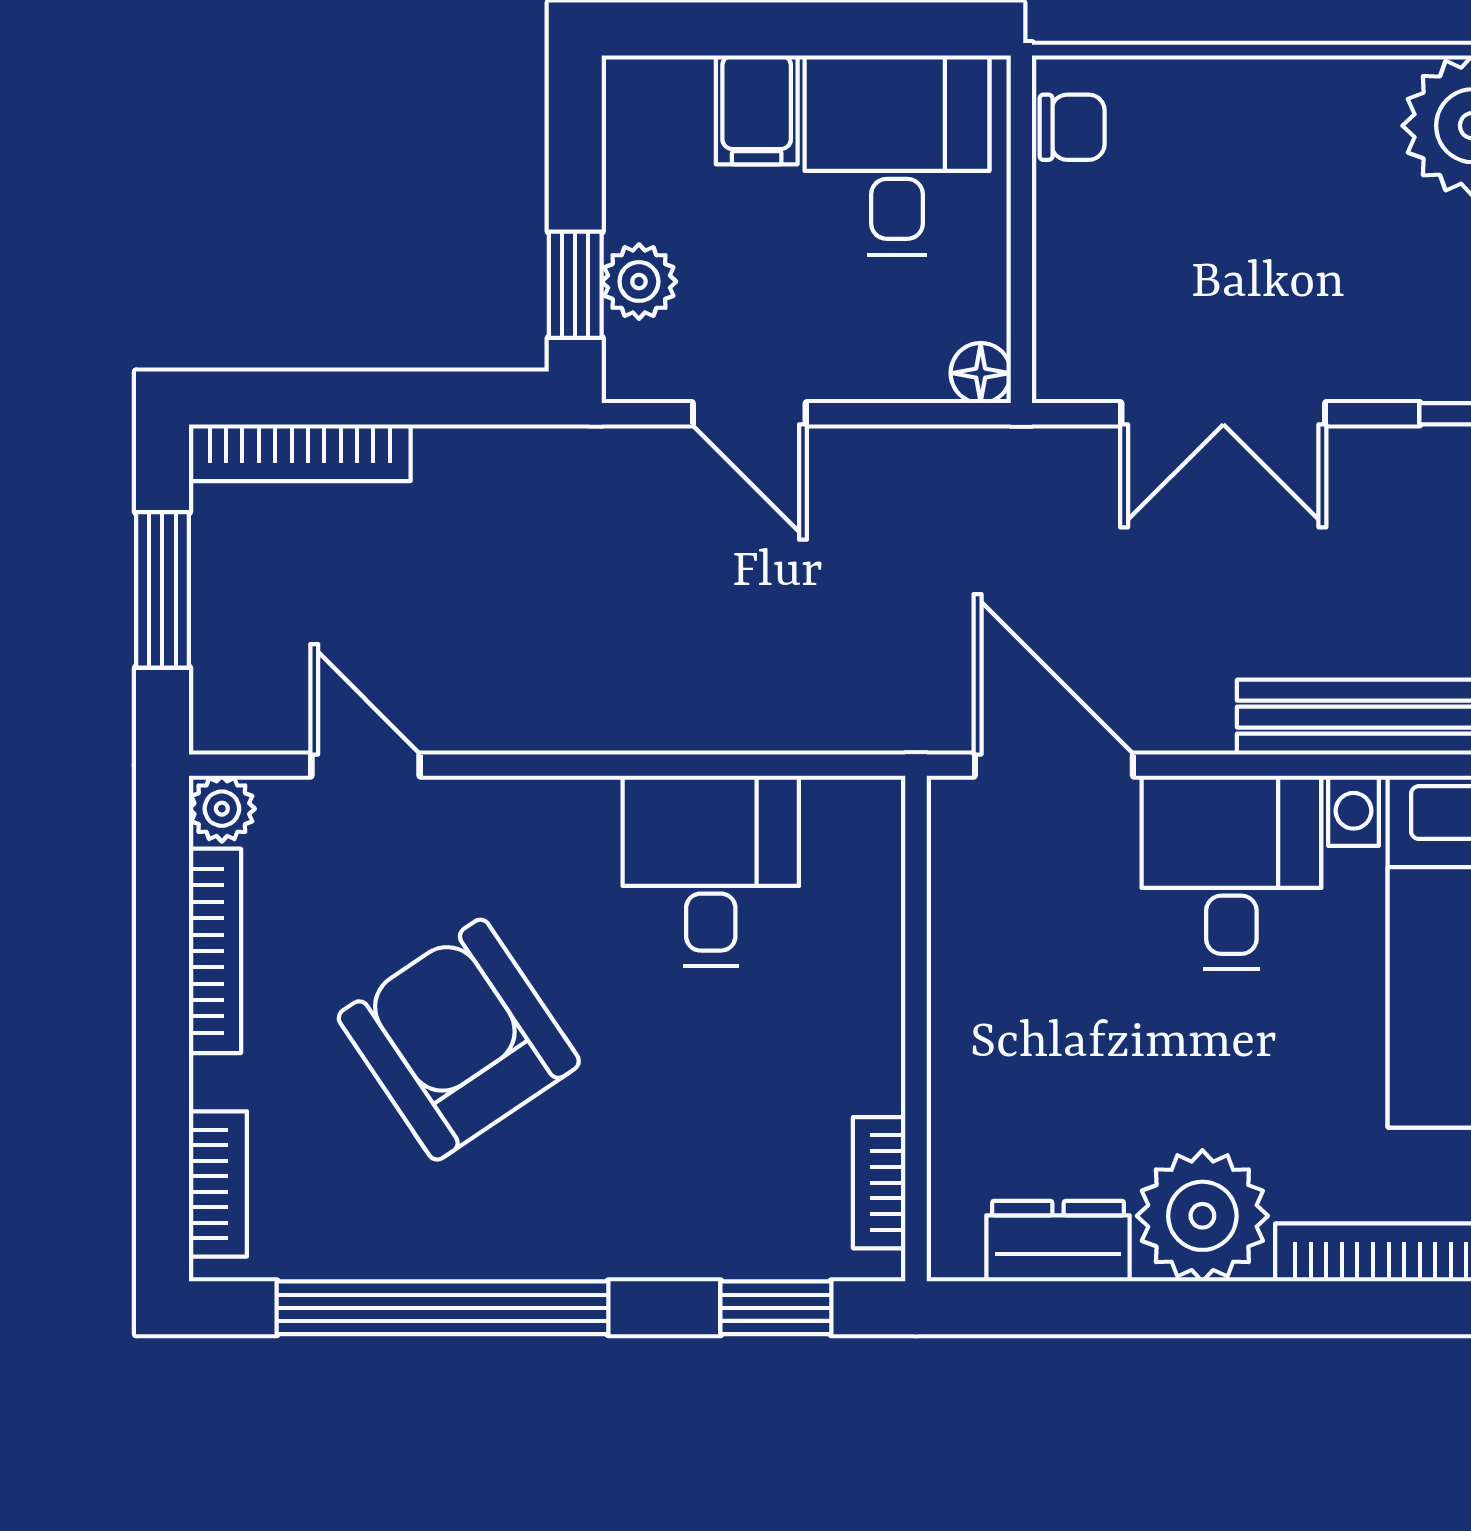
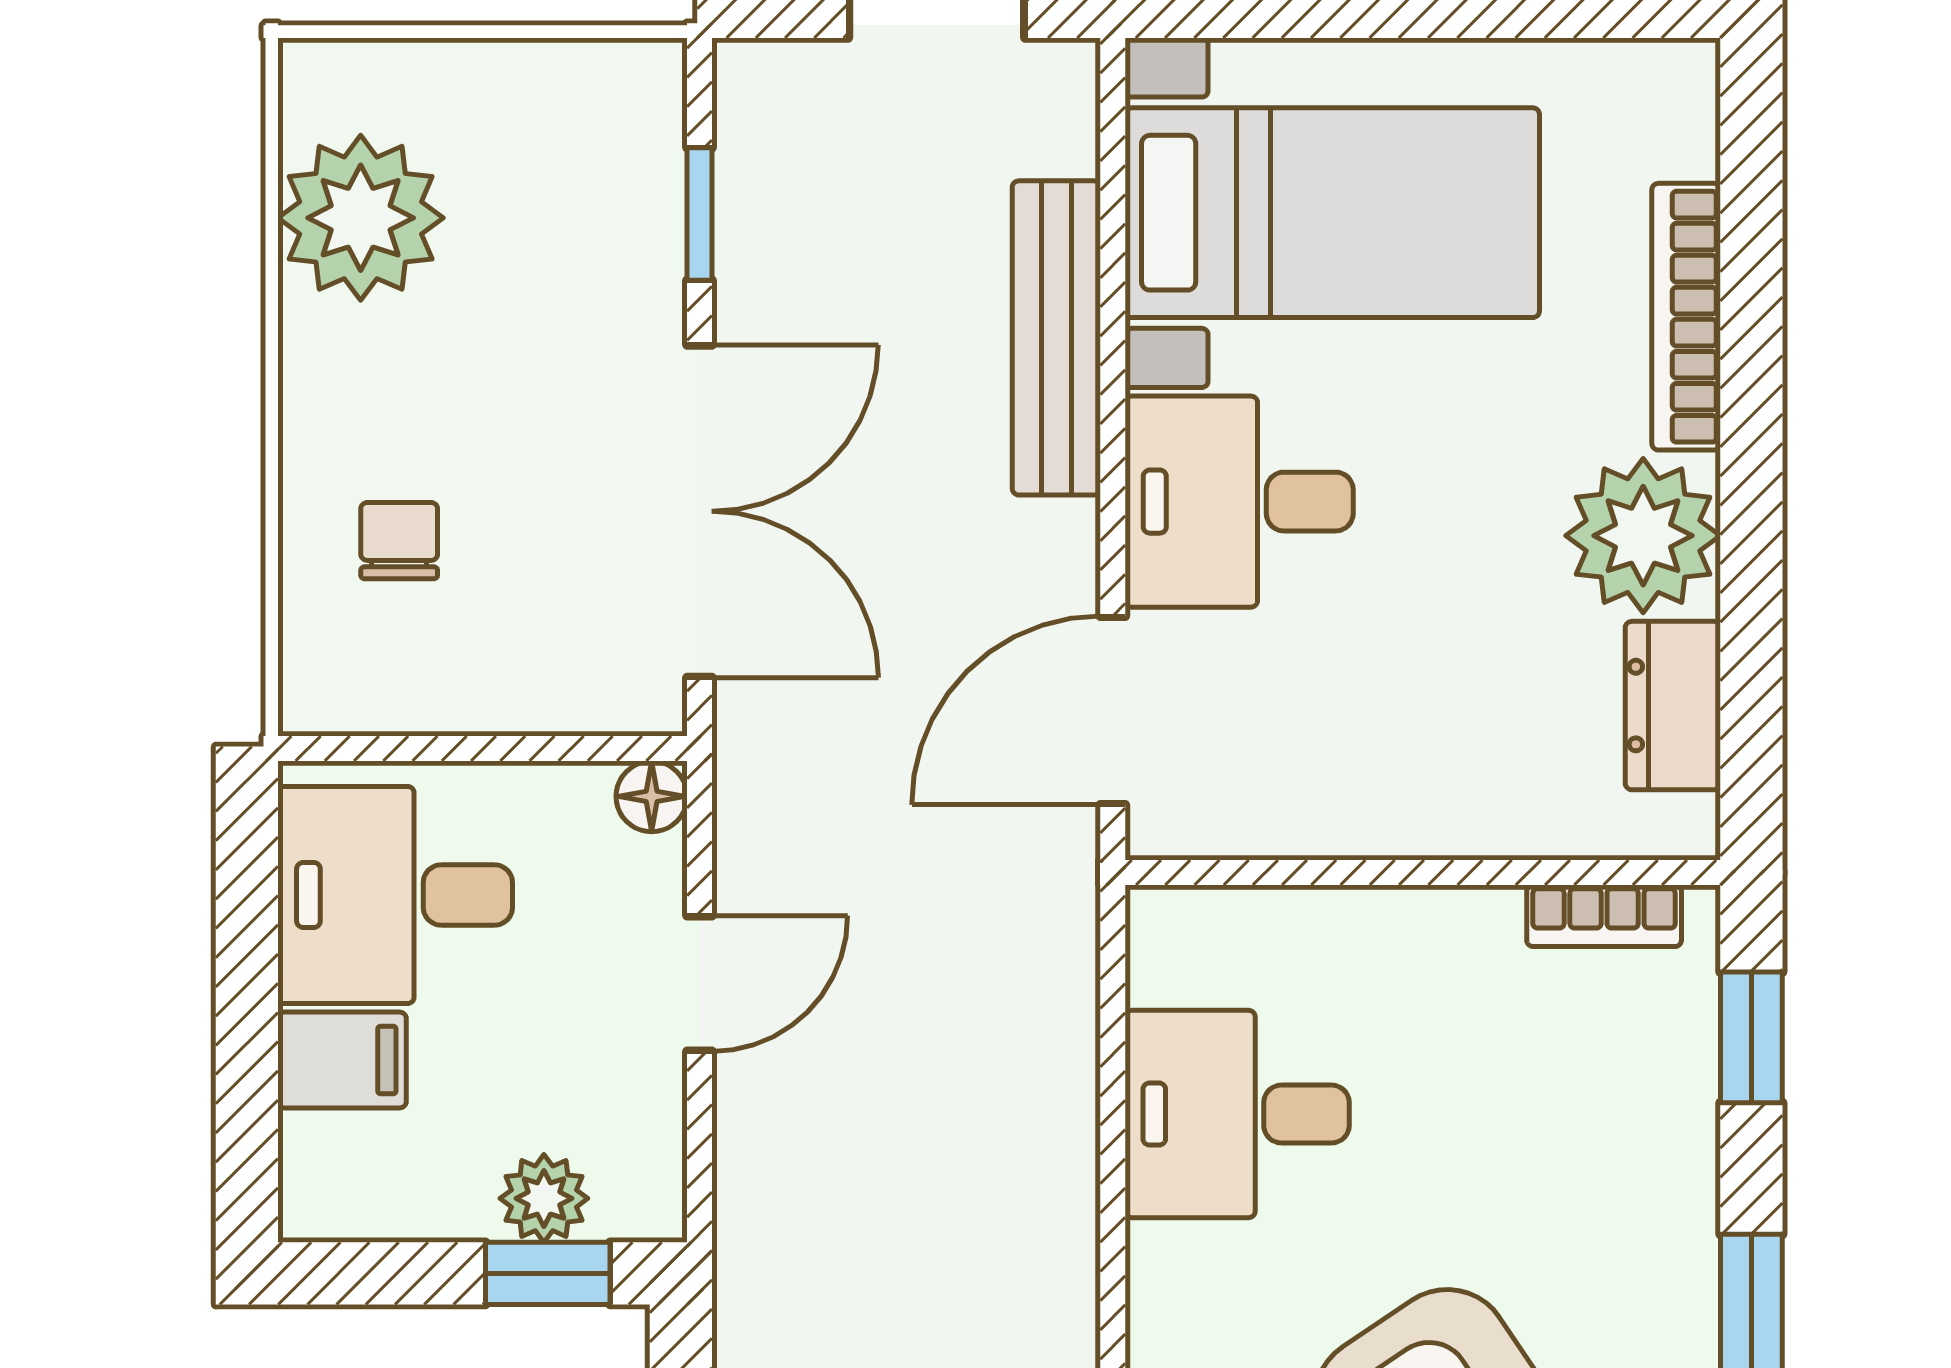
chair: (1072, 127) -> (399, 541), moved
door: (749, 414) -> (700, 983), moved
double door: (1223, 414) -> (700, 511), width x1.37

